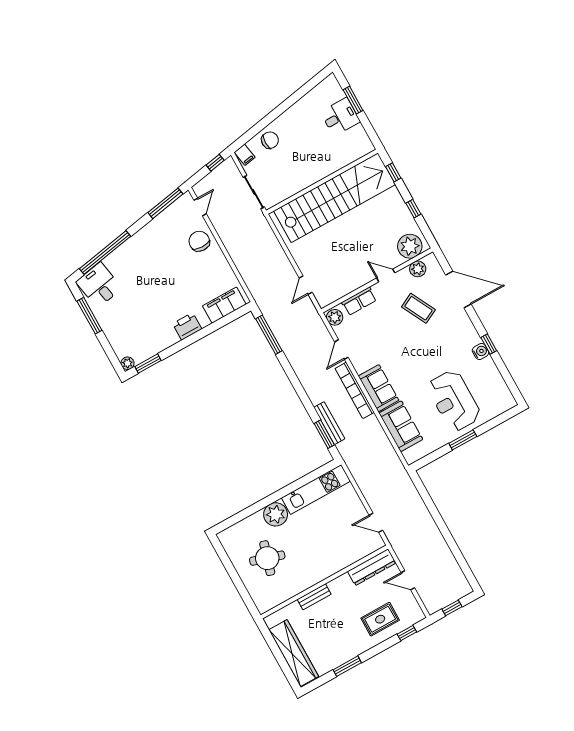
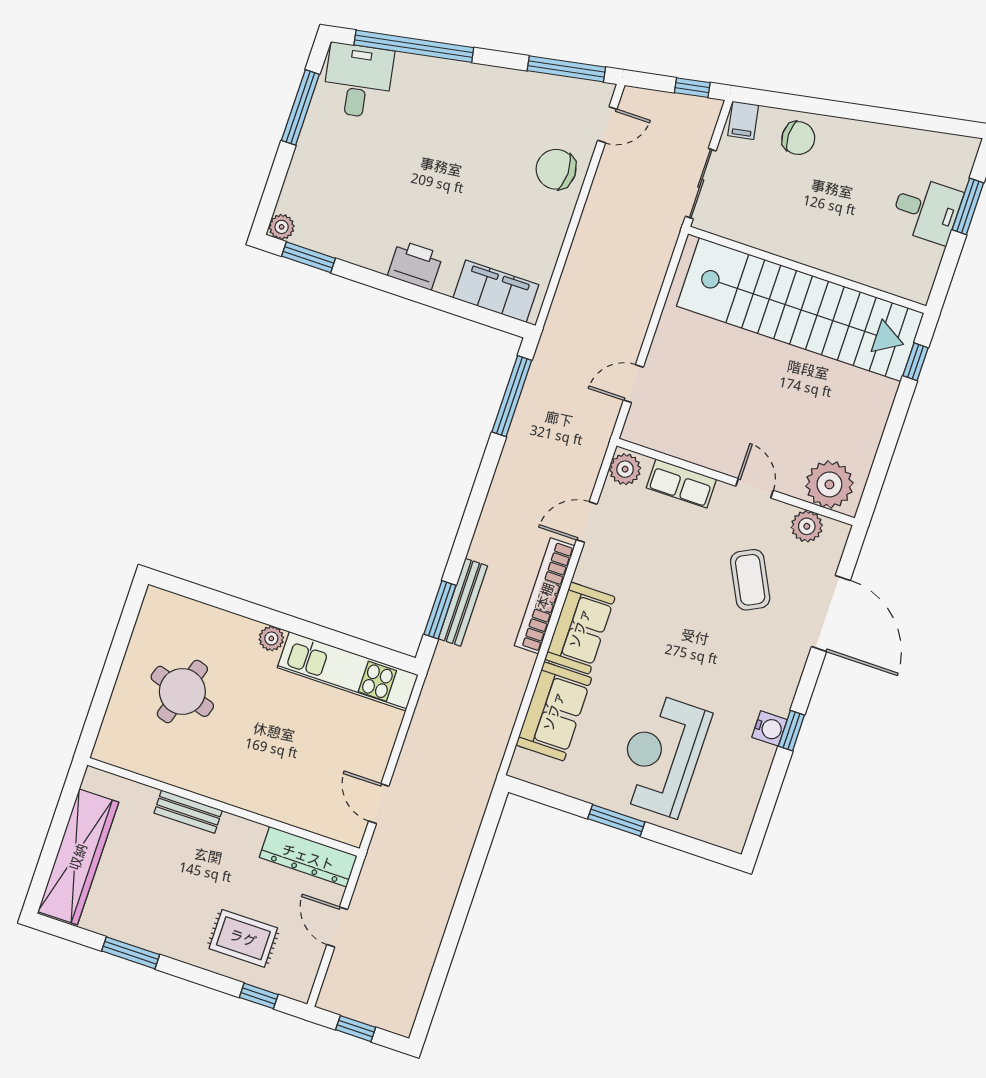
window: (413, 209) -> (889, 439), removed
chair: (199, 241) -> (556, 169), turned -92
plant: (276, 514) -> (271, 638), width x0.53, depth x0.53

